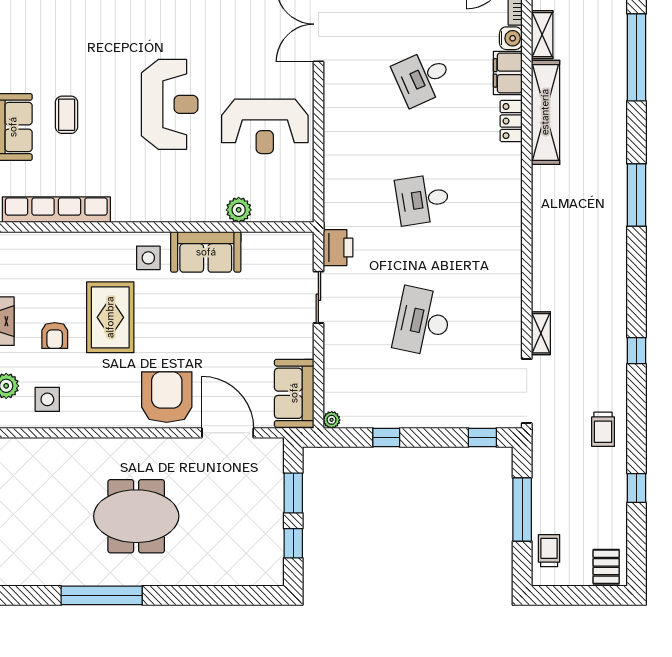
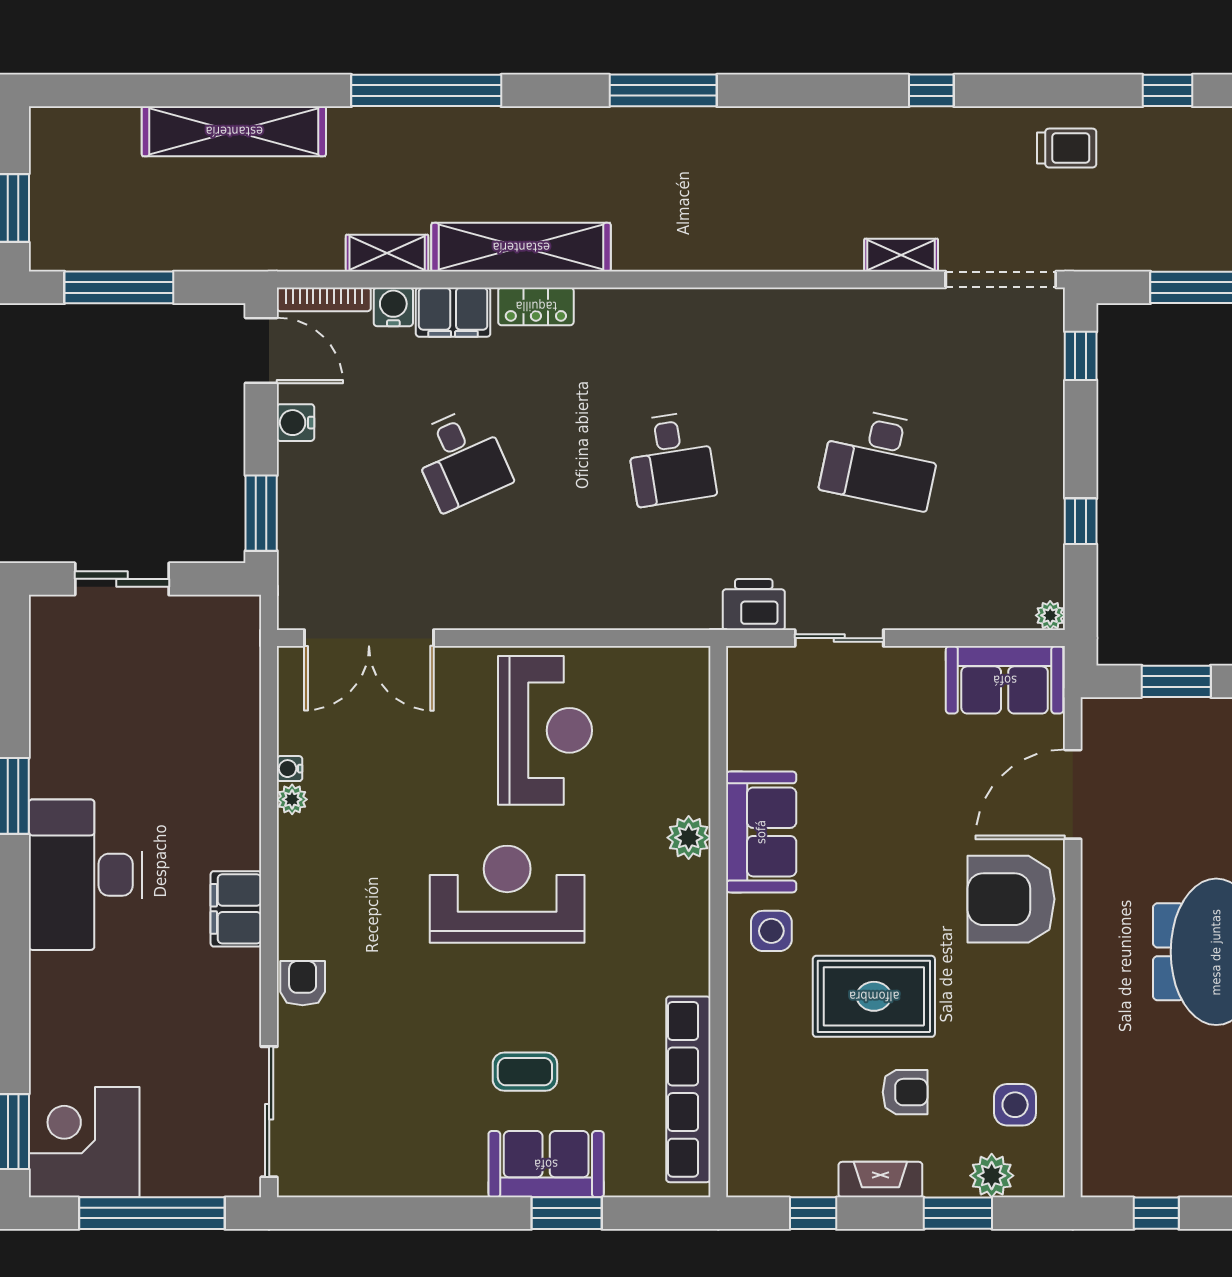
plant: (239, 210) -> (689, 838), moved

